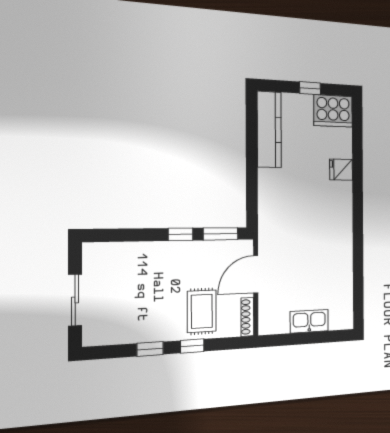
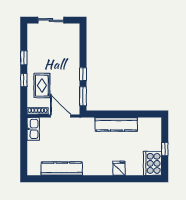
kitchen counter: (269, 129) -> (116, 124), moved
kitchen counter: (342, 269) -> (62, 169), added
rug: (202, 311) -> (42, 86), turned 90
kitchen sink: (309, 321) -> (33, 129), moved

